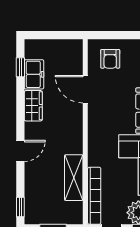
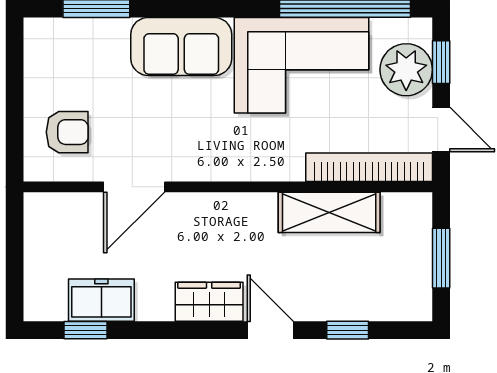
wardrobe: (33, 106) -> (209, 302), moved
window: (20, 207) -> (348, 330), moved

